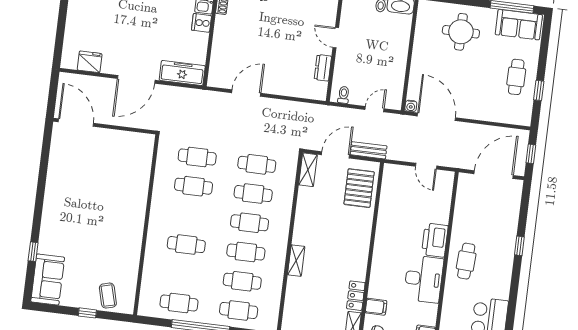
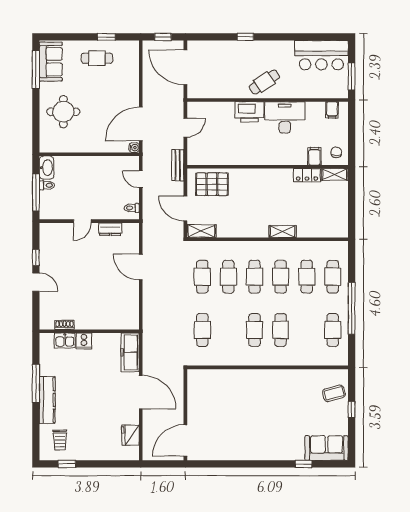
door: (246, 93) -> (141, 267), moved
bench: (369, 150) -> (178, 165), moved
cafe table: (194, 186) -> (254, 330), moved
cafe table: (466, 261) -> (264, 82), turned -37

